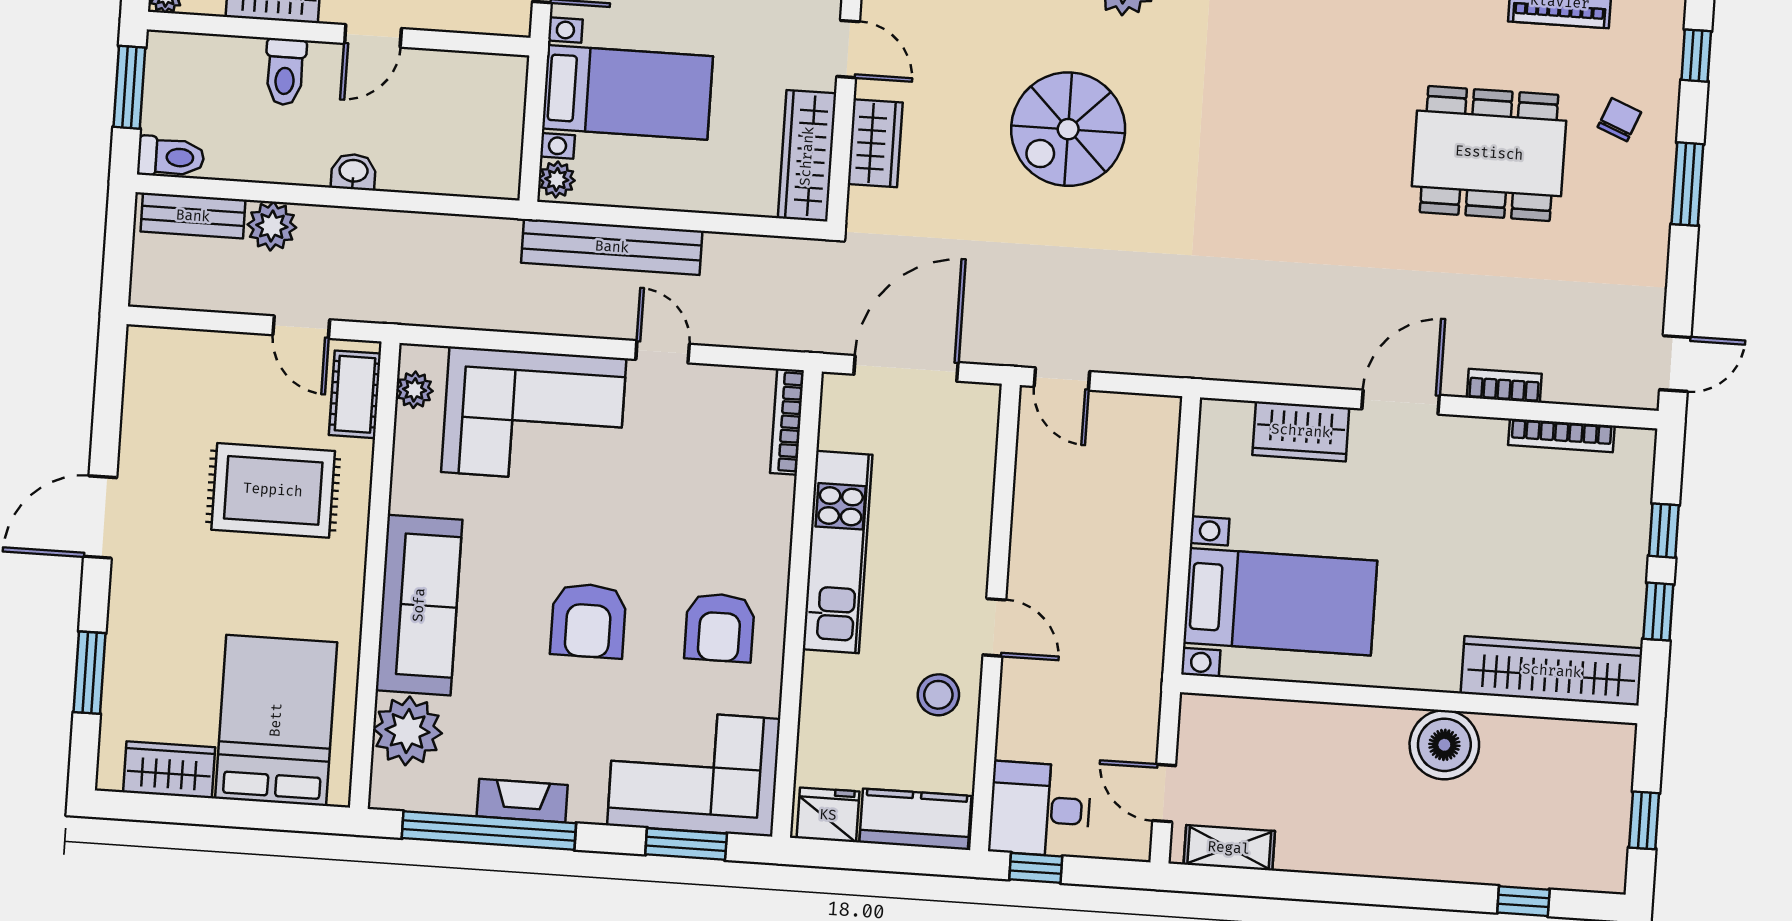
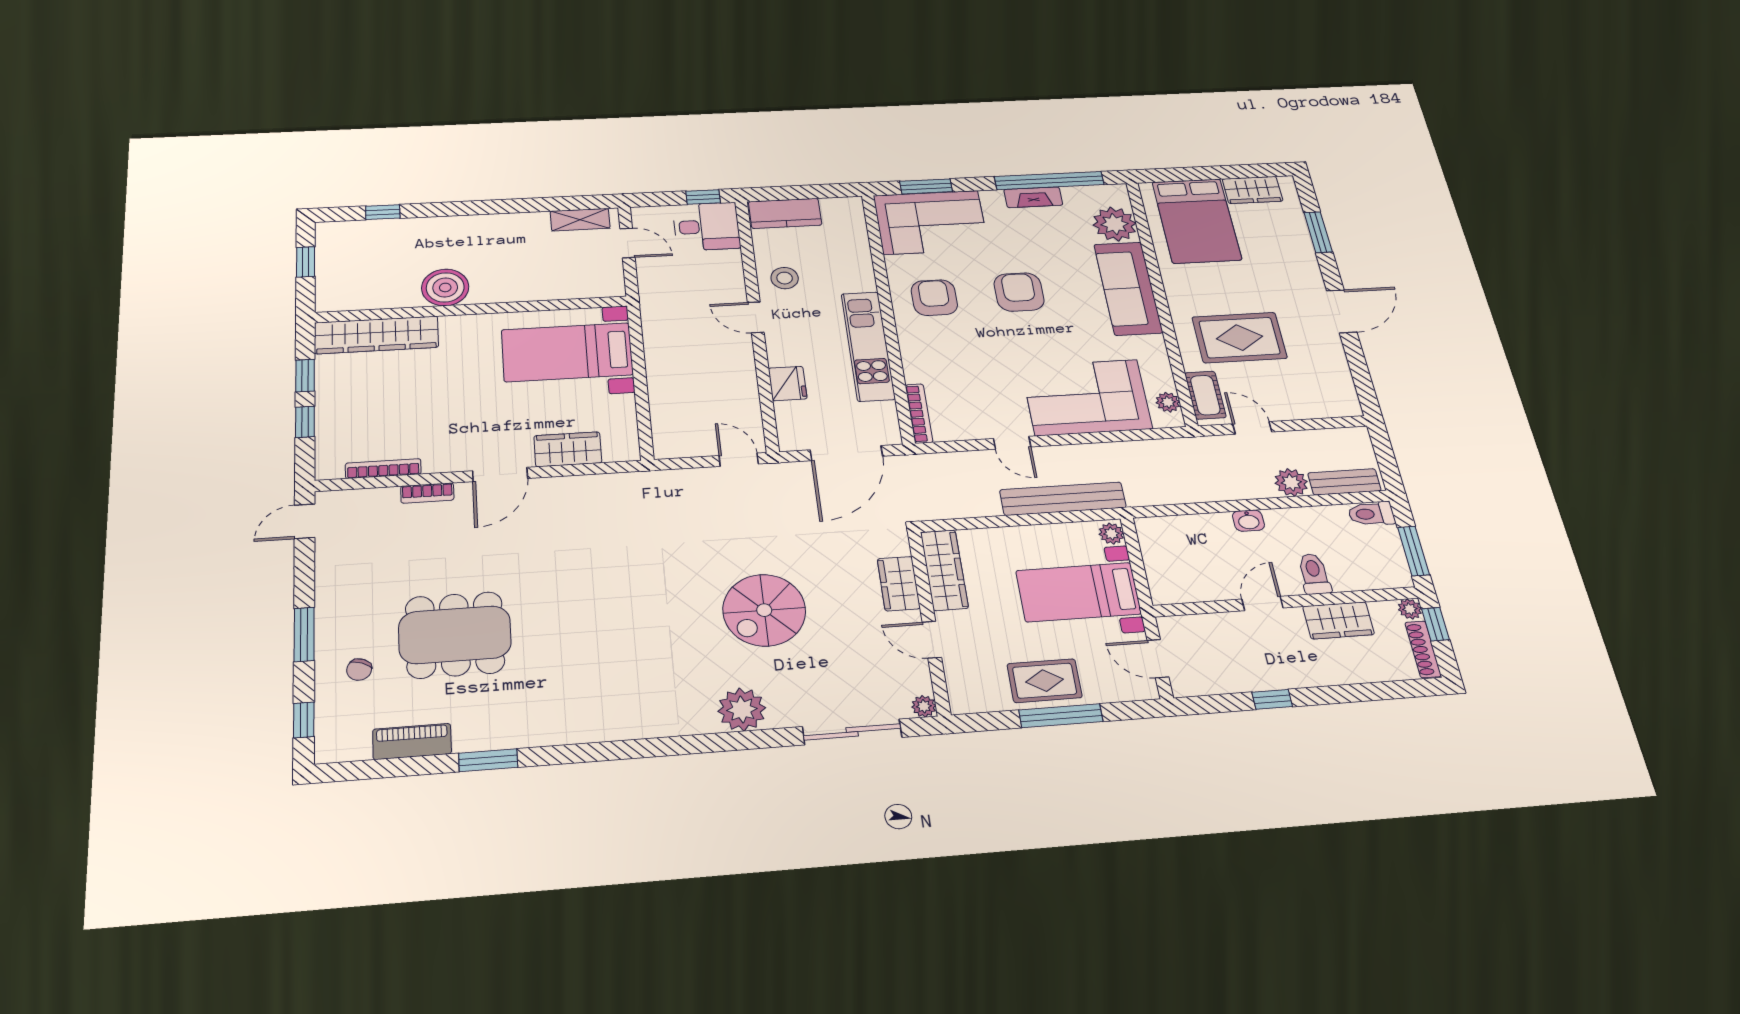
spiral stairs: (1068, 129) -> (764, 610), turned 180
fridge: (828, 815) -> (788, 383), moved, turned -90

